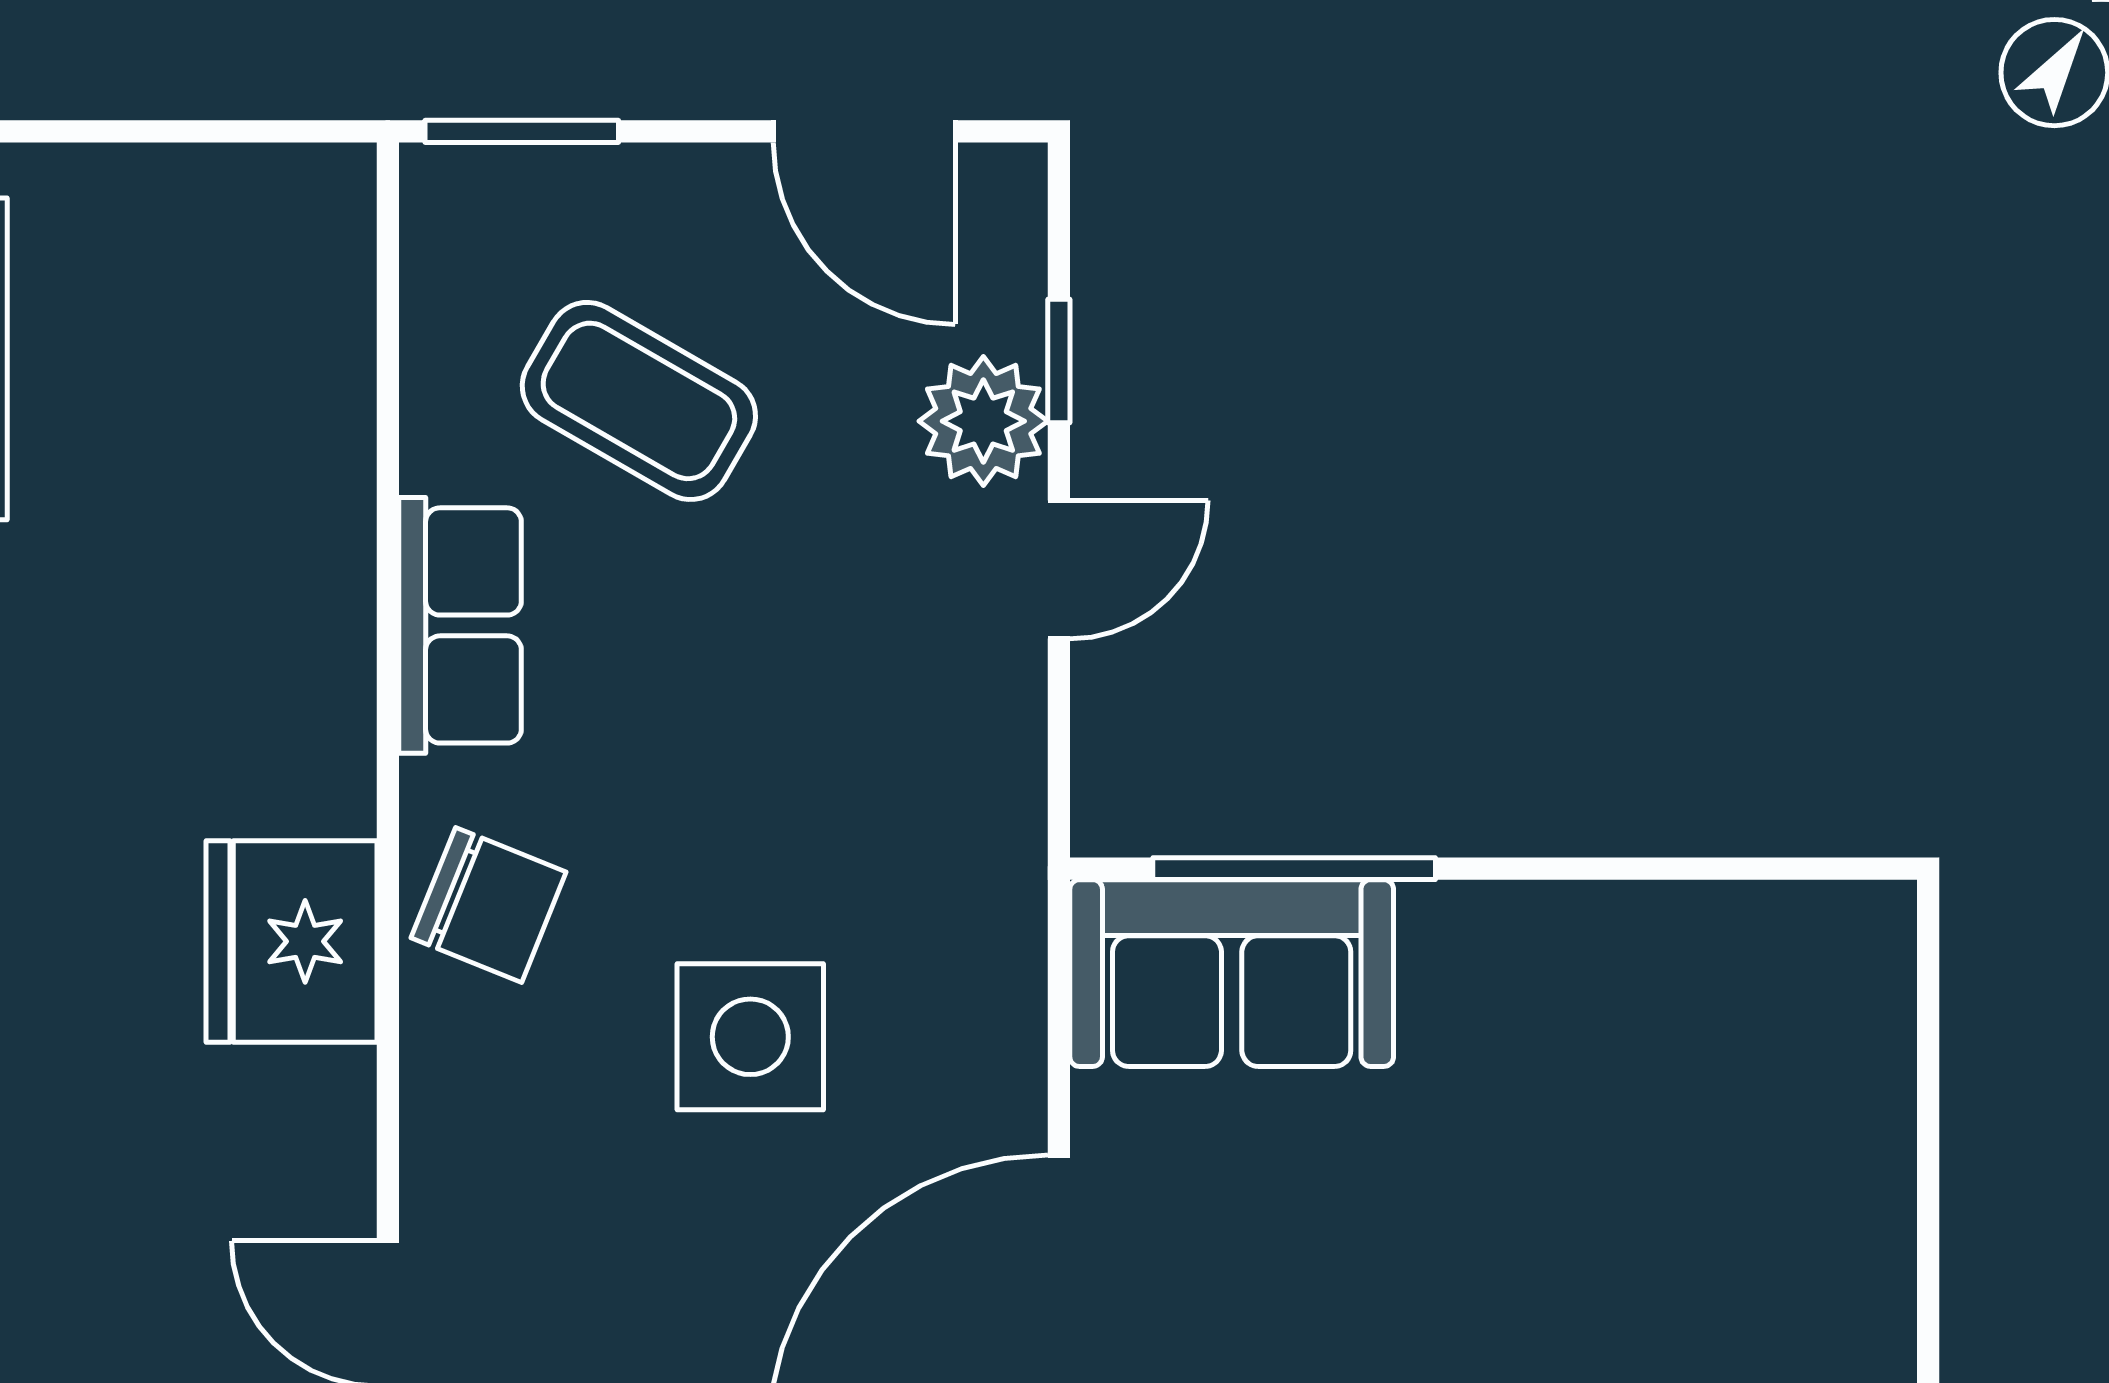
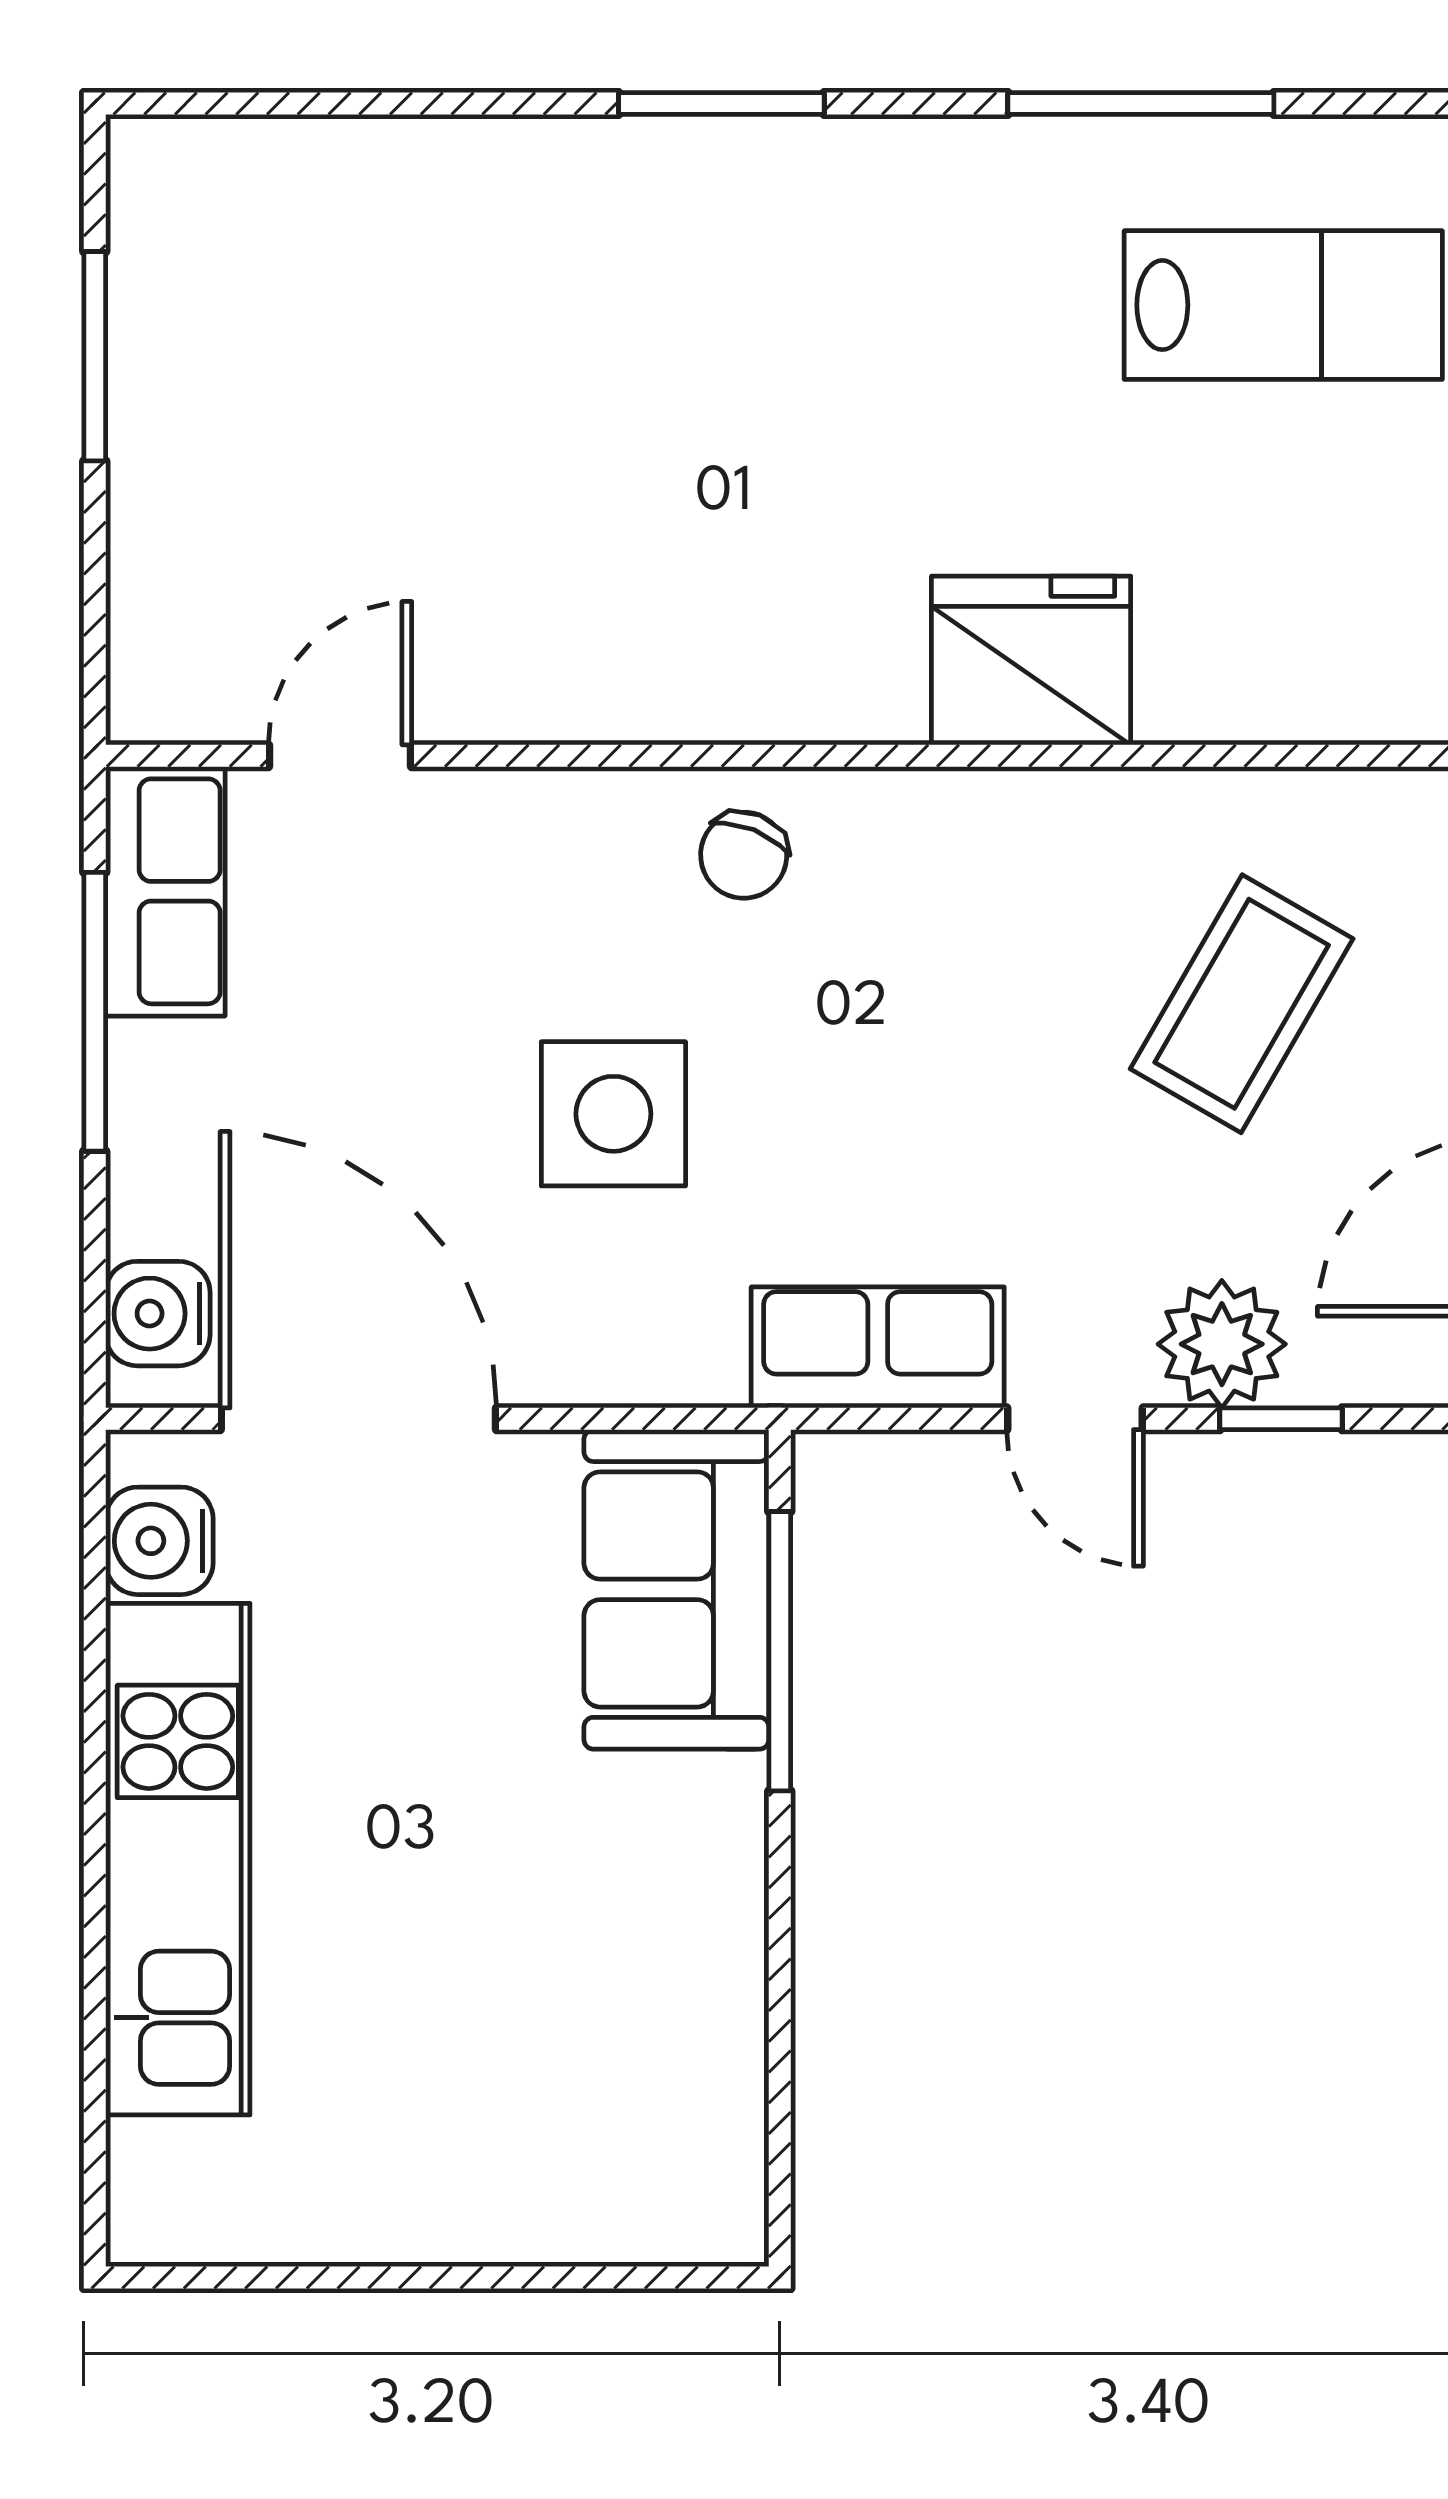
row of seats: (460, 625) -> (878, 1347), moved, turned 180
chair: (489, 905) -> (744, 855), width x0.73, depth x0.73
fridge: (291, 941) -> (1031, 660), moved

